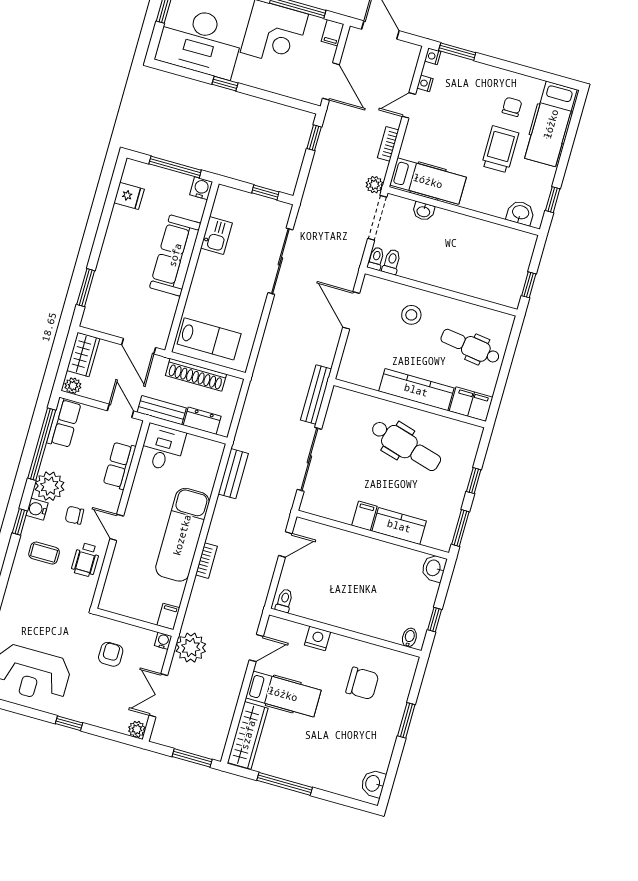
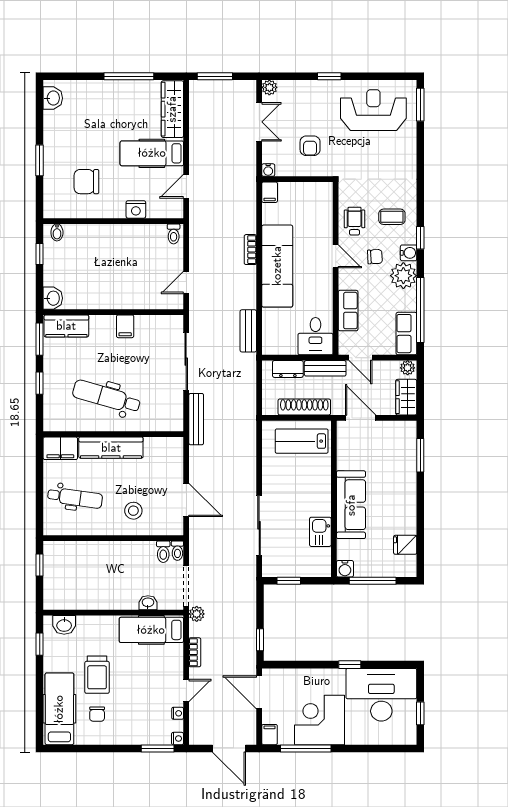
kitchen counter: (399, 526) -> (66, 326), moved
plant: (191, 648) -> (243, 171), removed

